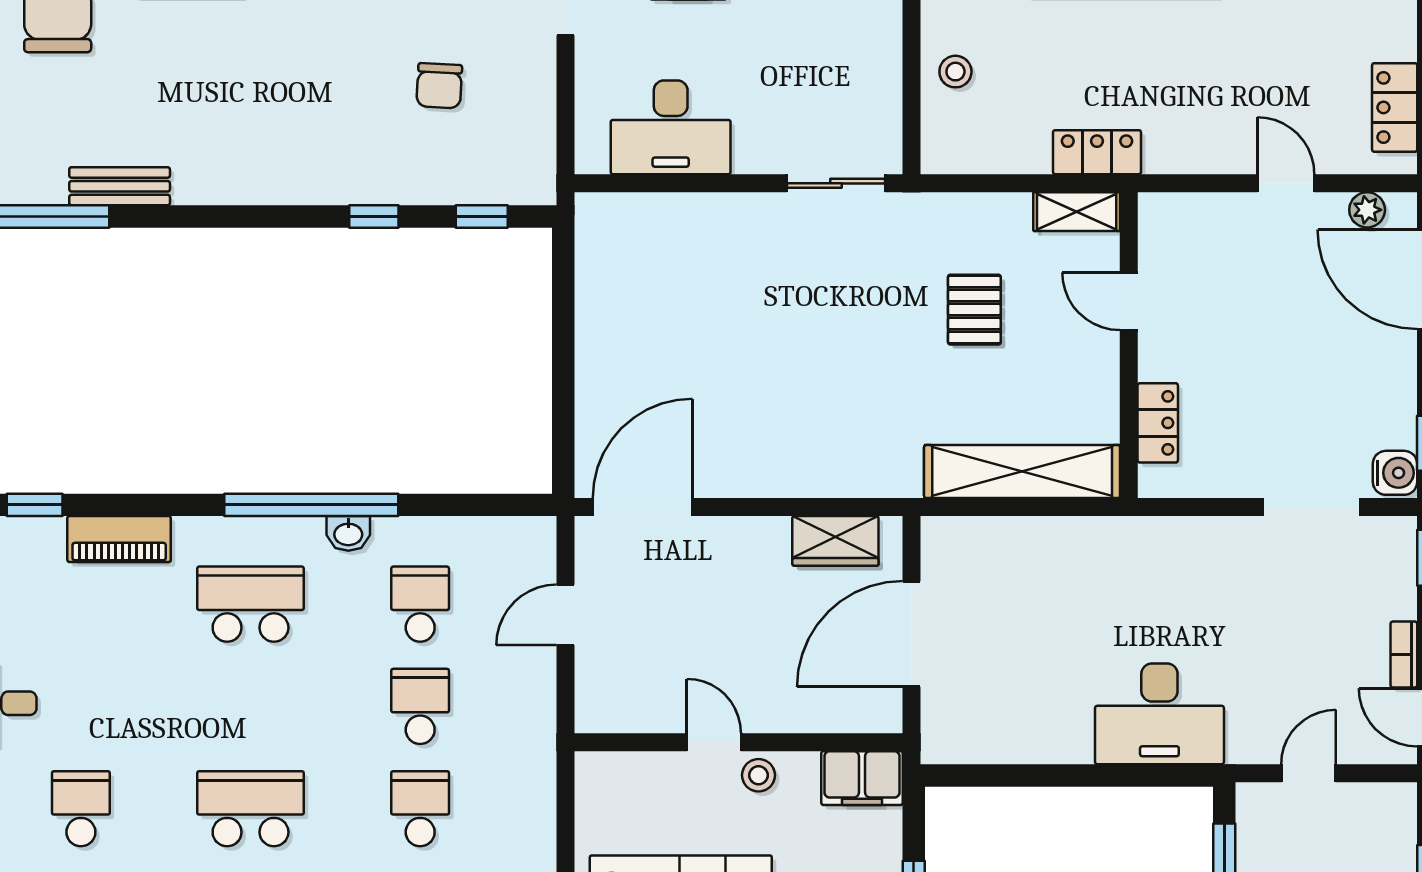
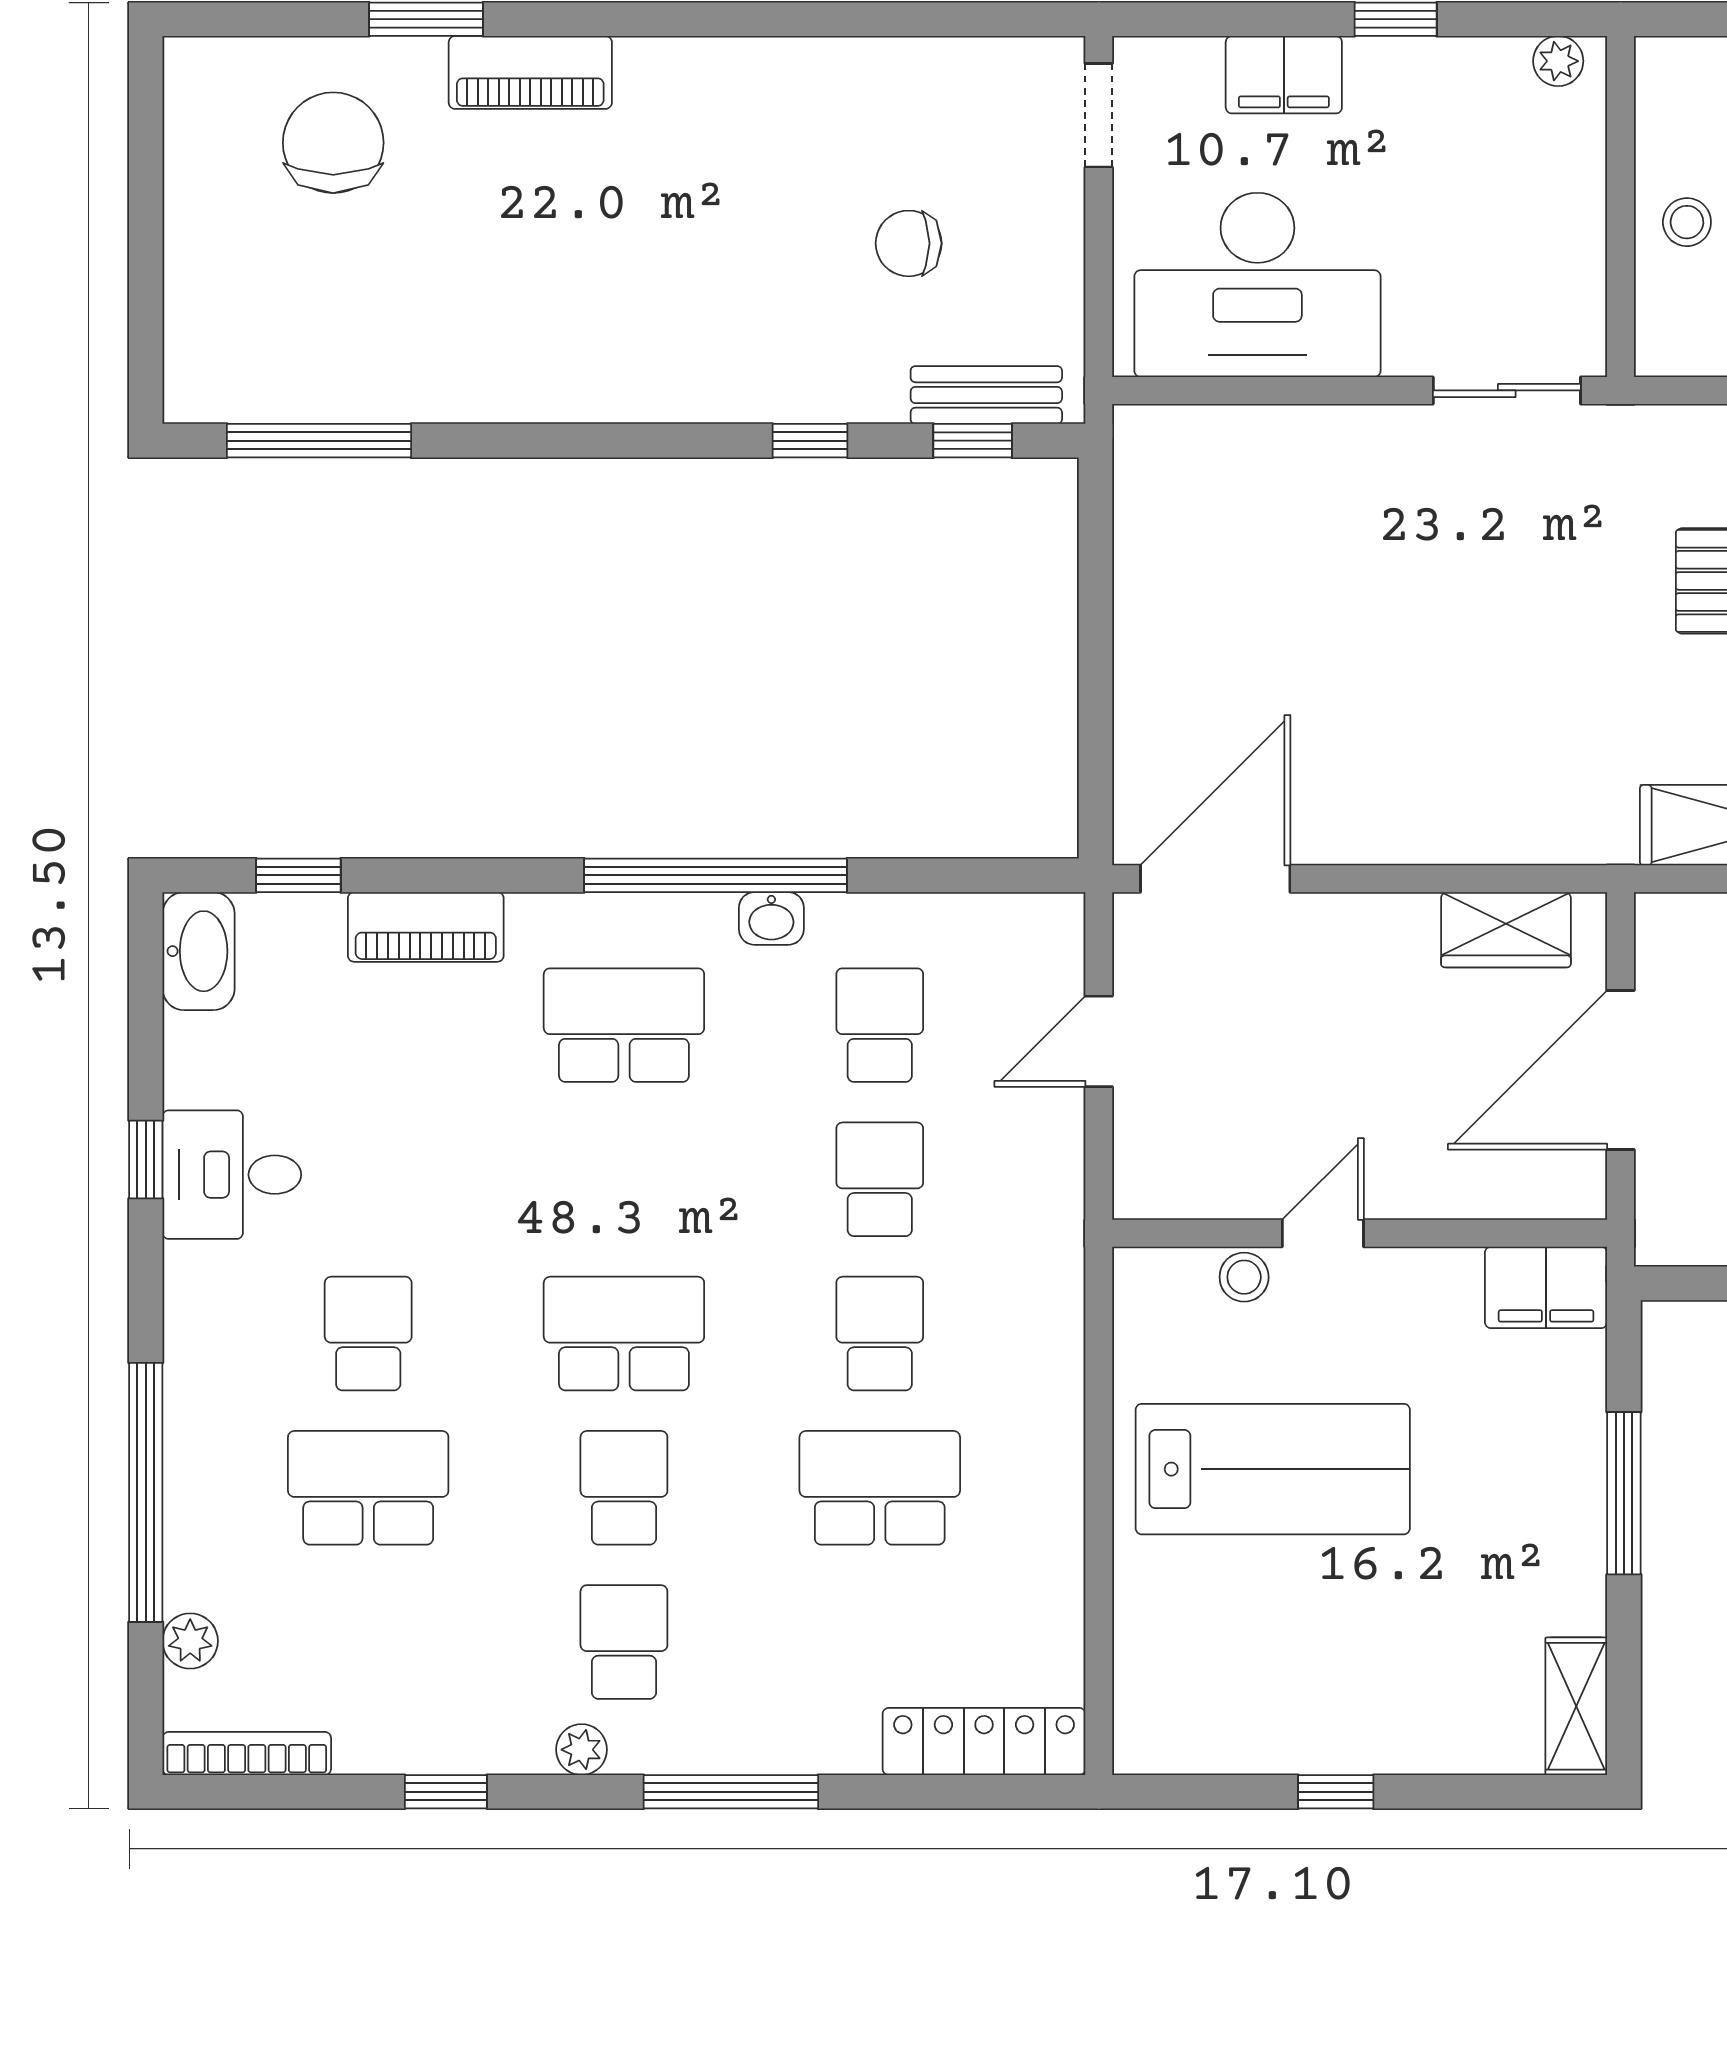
chair: (439, 86) -> (909, 243), turned 87
desk: (671, 127) -> (1257, 285), width x1.36, depth x1.30
bench: (120, 186) -> (986, 395), moved
door: (714, 742) -> (1323, 1233), hinge flipped
stool: (758, 775) -> (1244, 1277), moved

